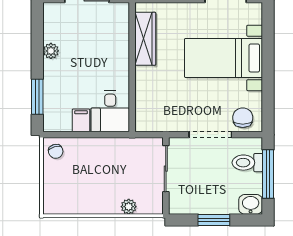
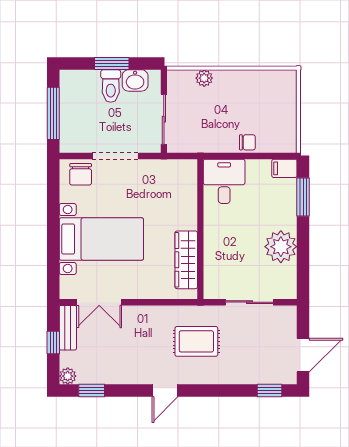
plant: (51, 51) -> (281, 247), width x1.88, depth x1.88
filing cabinet: (81, 120) -> (284, 168), moved, turned 90
chair: (56, 151) -> (247, 142), moved, turned 107
toilet: (247, 163) -> (111, 86), moved, turned 90
washbasin: (251, 204) -> (135, 80), moved

